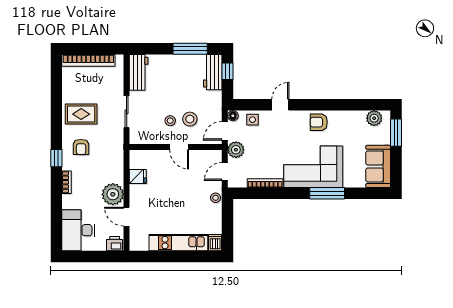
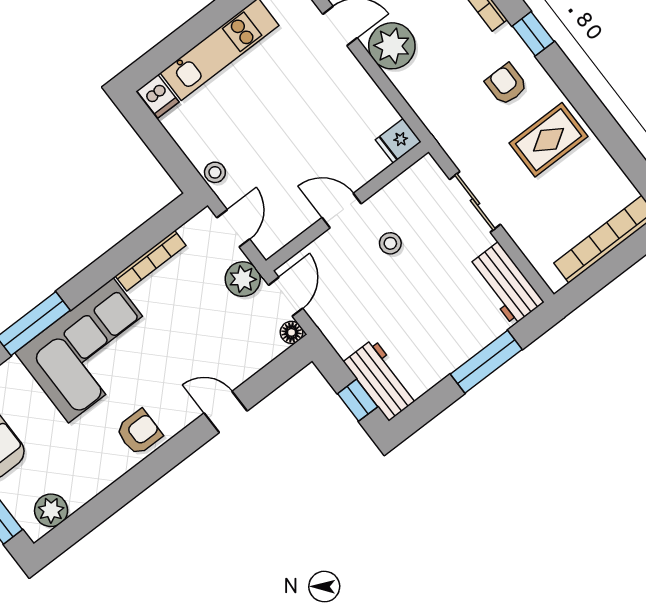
window: (190, 49) -> (486, 362), moved
door: (280, 105) -> (226, 412), swing flipped
stool: (190, 119) -> (359, 271), removed
side table: (252, 120) -> (254, 351), removed
fridge: (138, 176) -> (398, 141), moved

